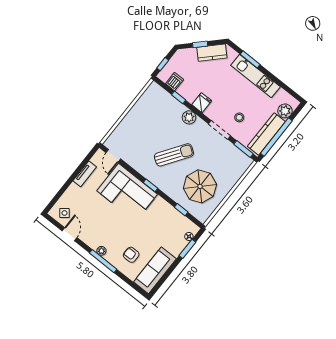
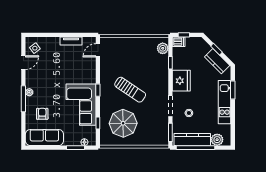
dishwasher: (175, 82) -> (179, 42), moved
fridge: (202, 103) -> (181, 81), width x1.88, depth x1.34
plant: (189, 117) -> (163, 48), moved
corner sofa: (127, 192) -> (81, 105), moved

